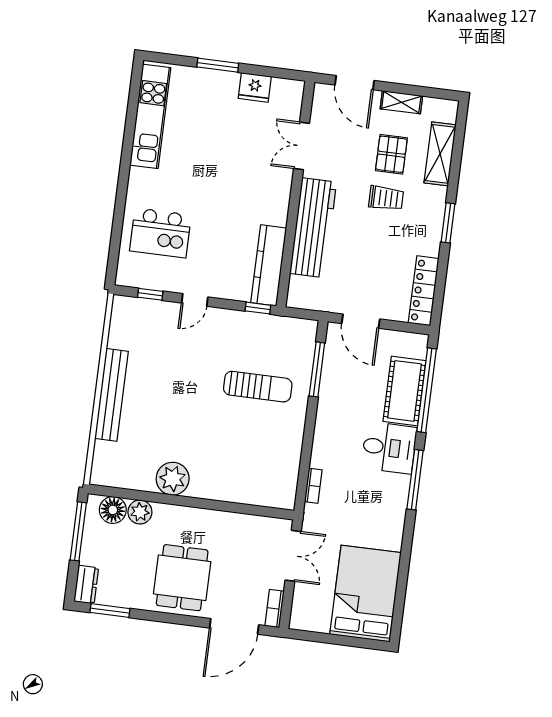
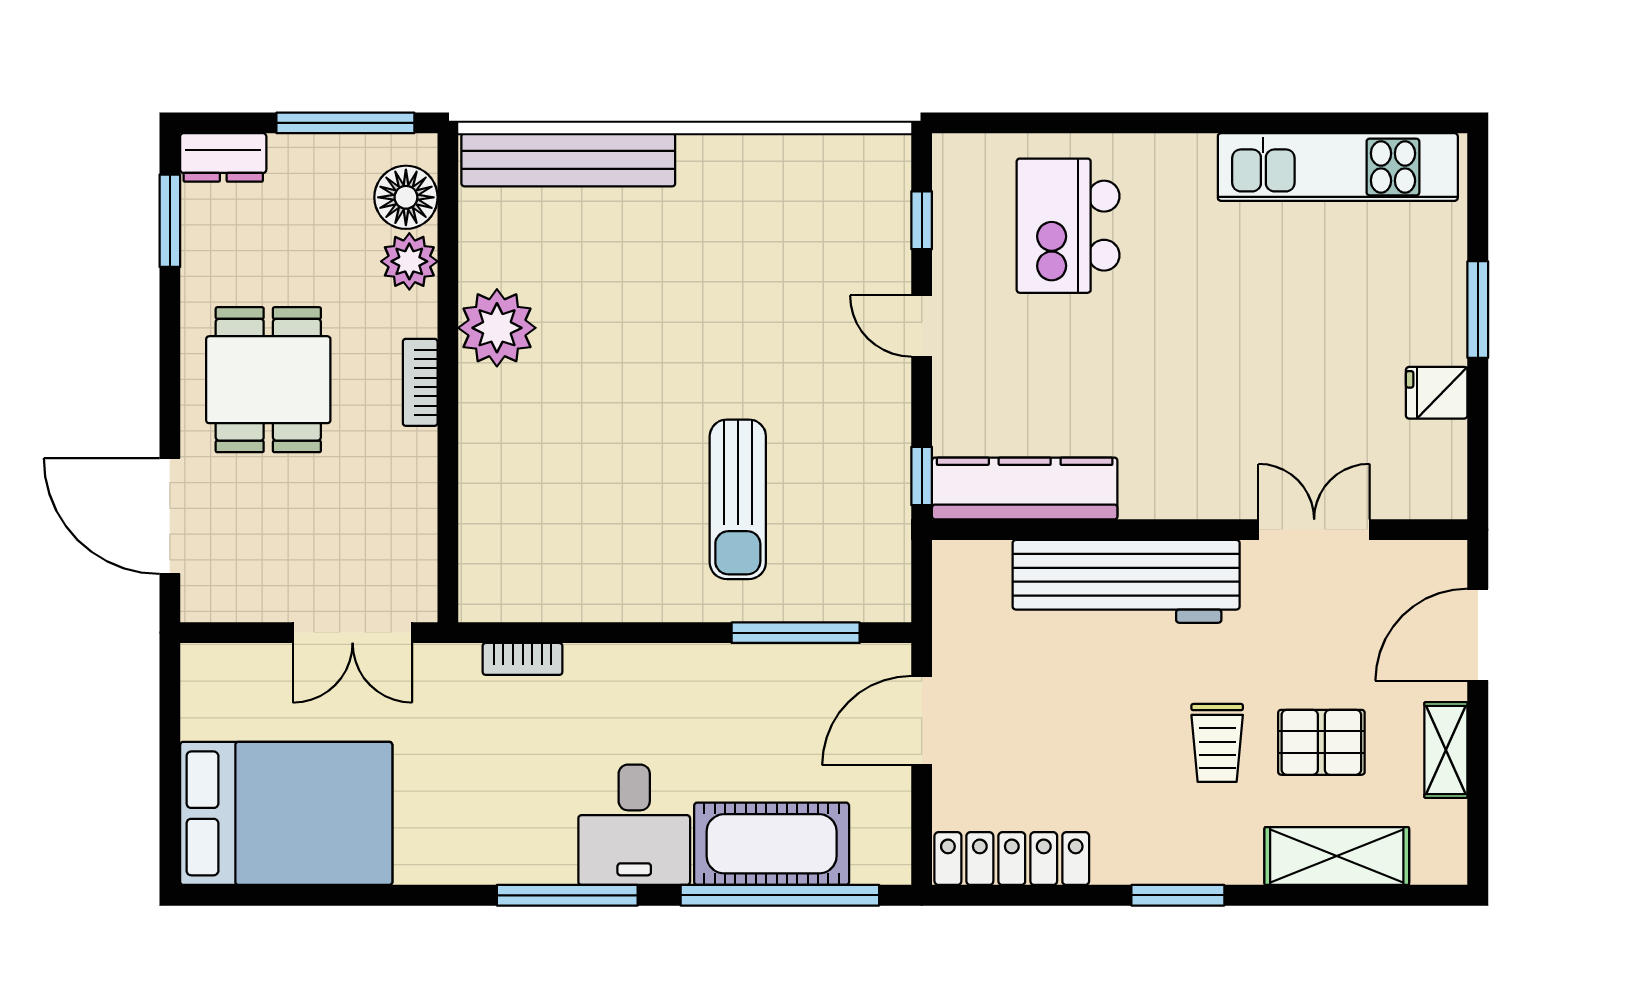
fridge: (255, 87) -> (1437, 393), width x0.72
bench: (112, 395) -> (568, 160), moved
dining table: (182, 578) -> (268, 380), turned 90
bookcase: (274, 609) -> (420, 382), moved, turned -90

